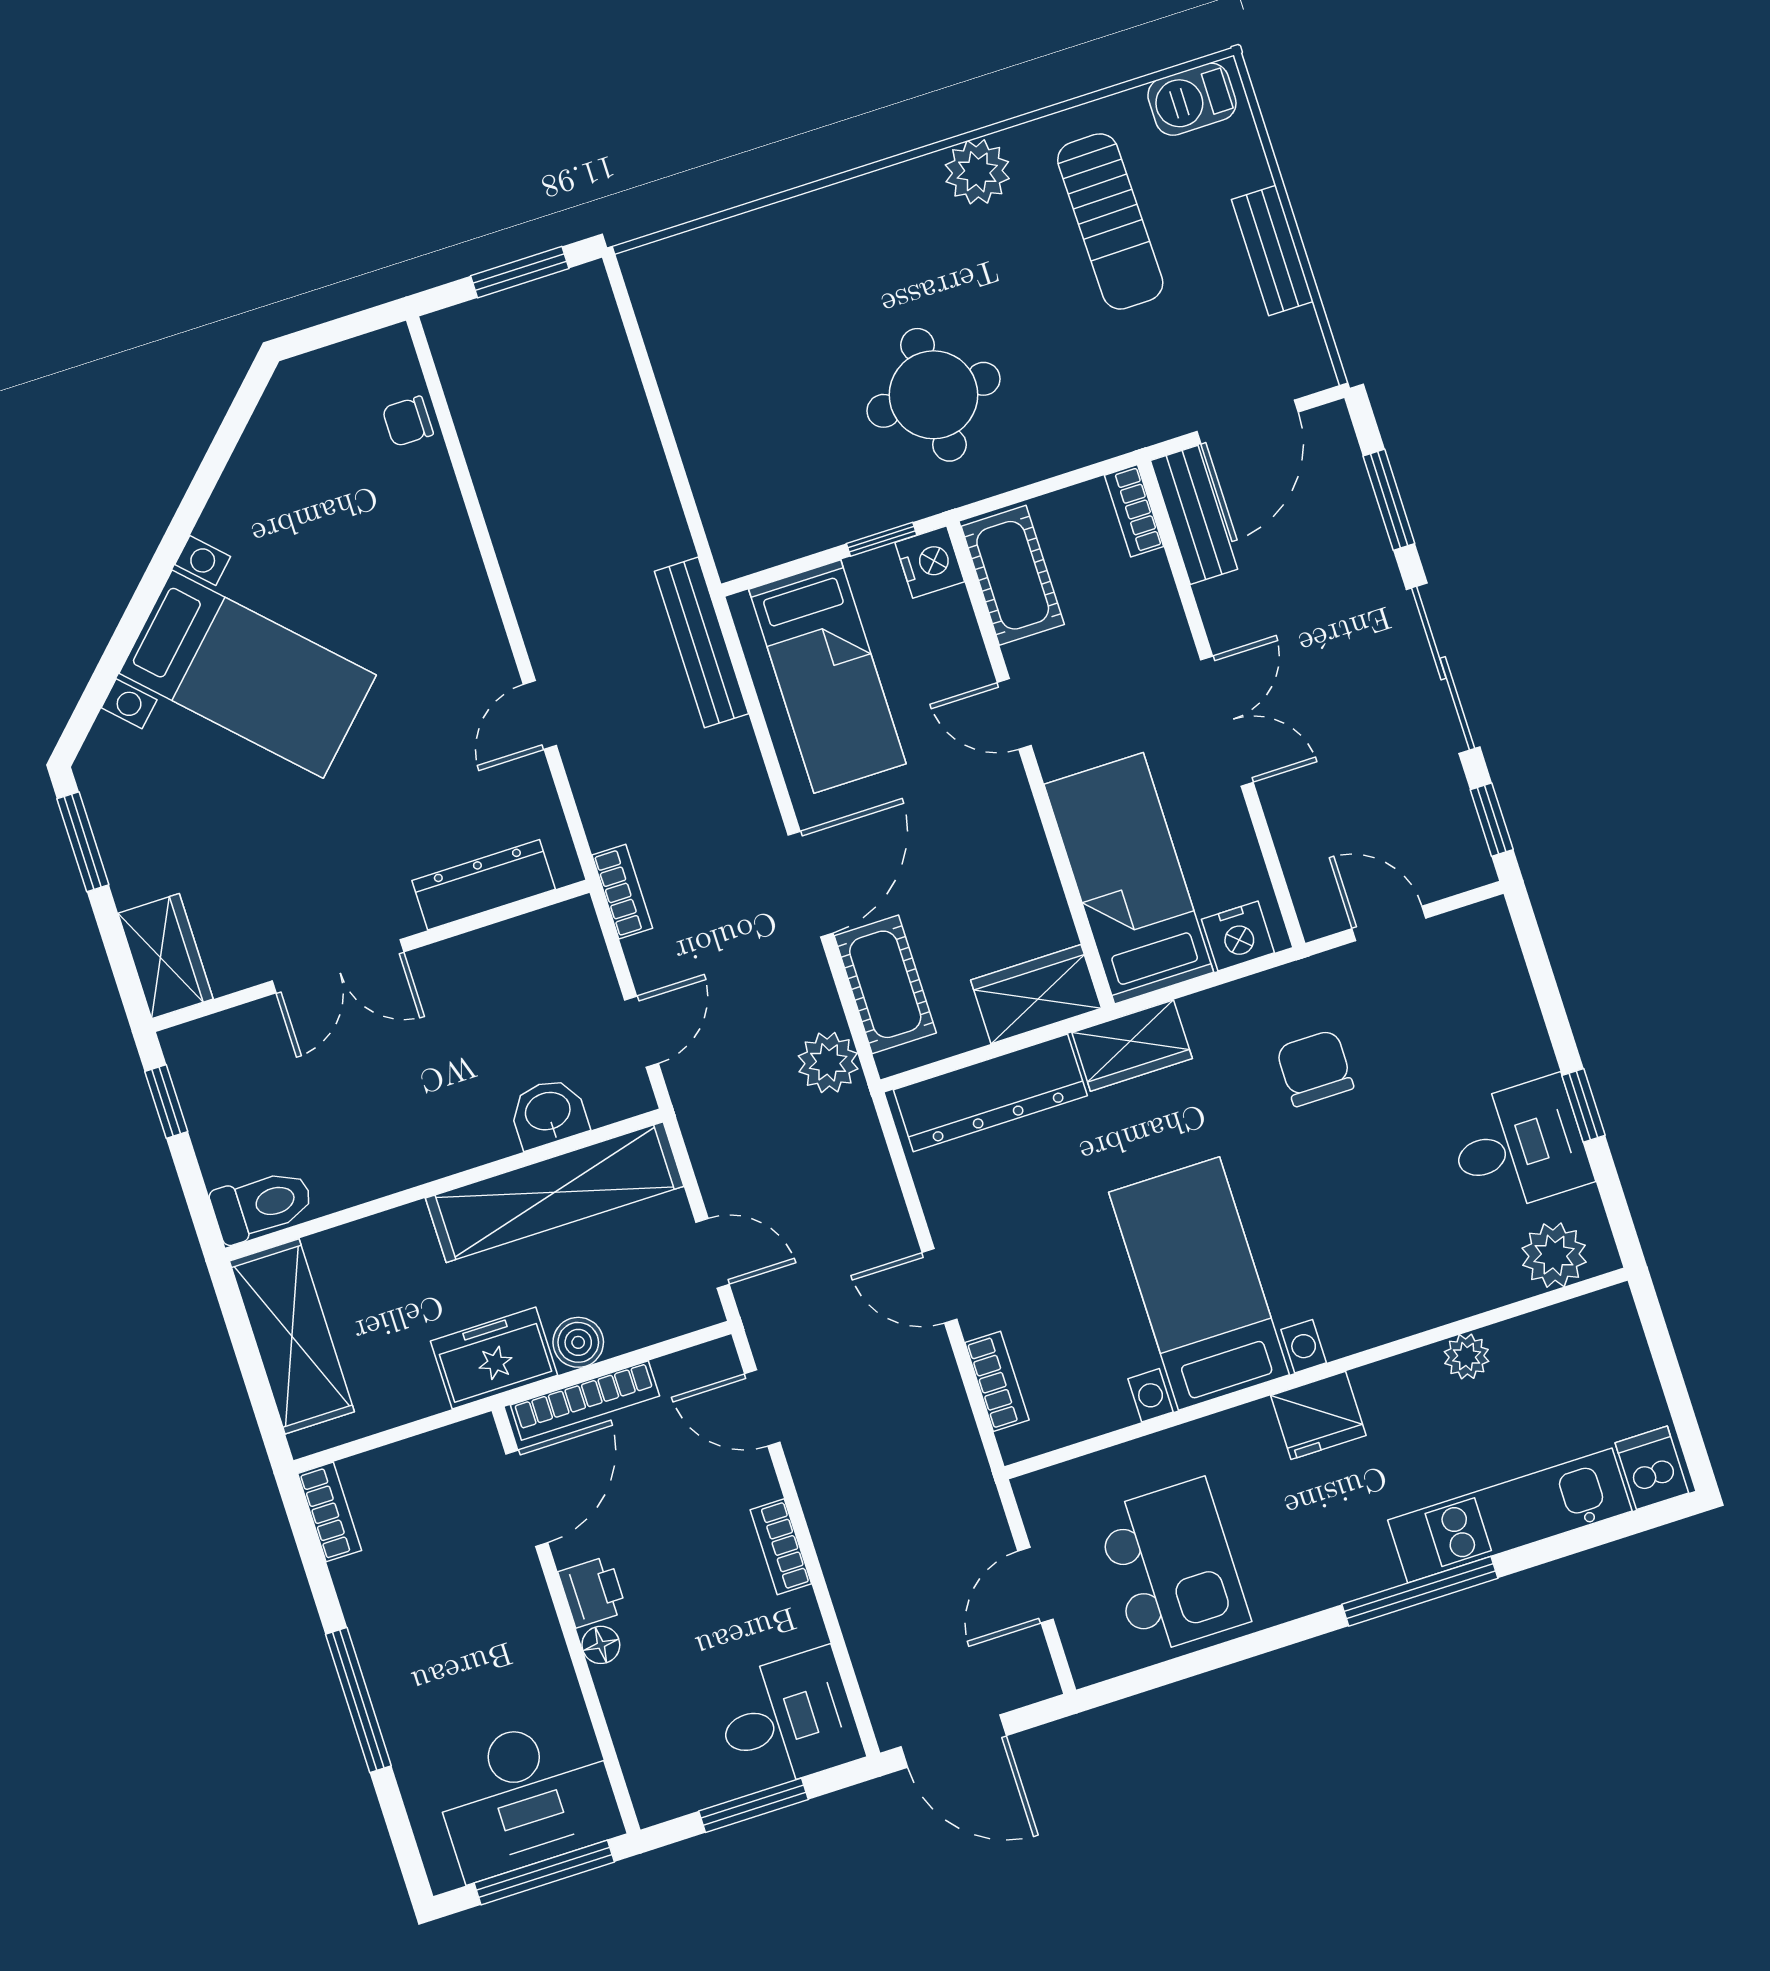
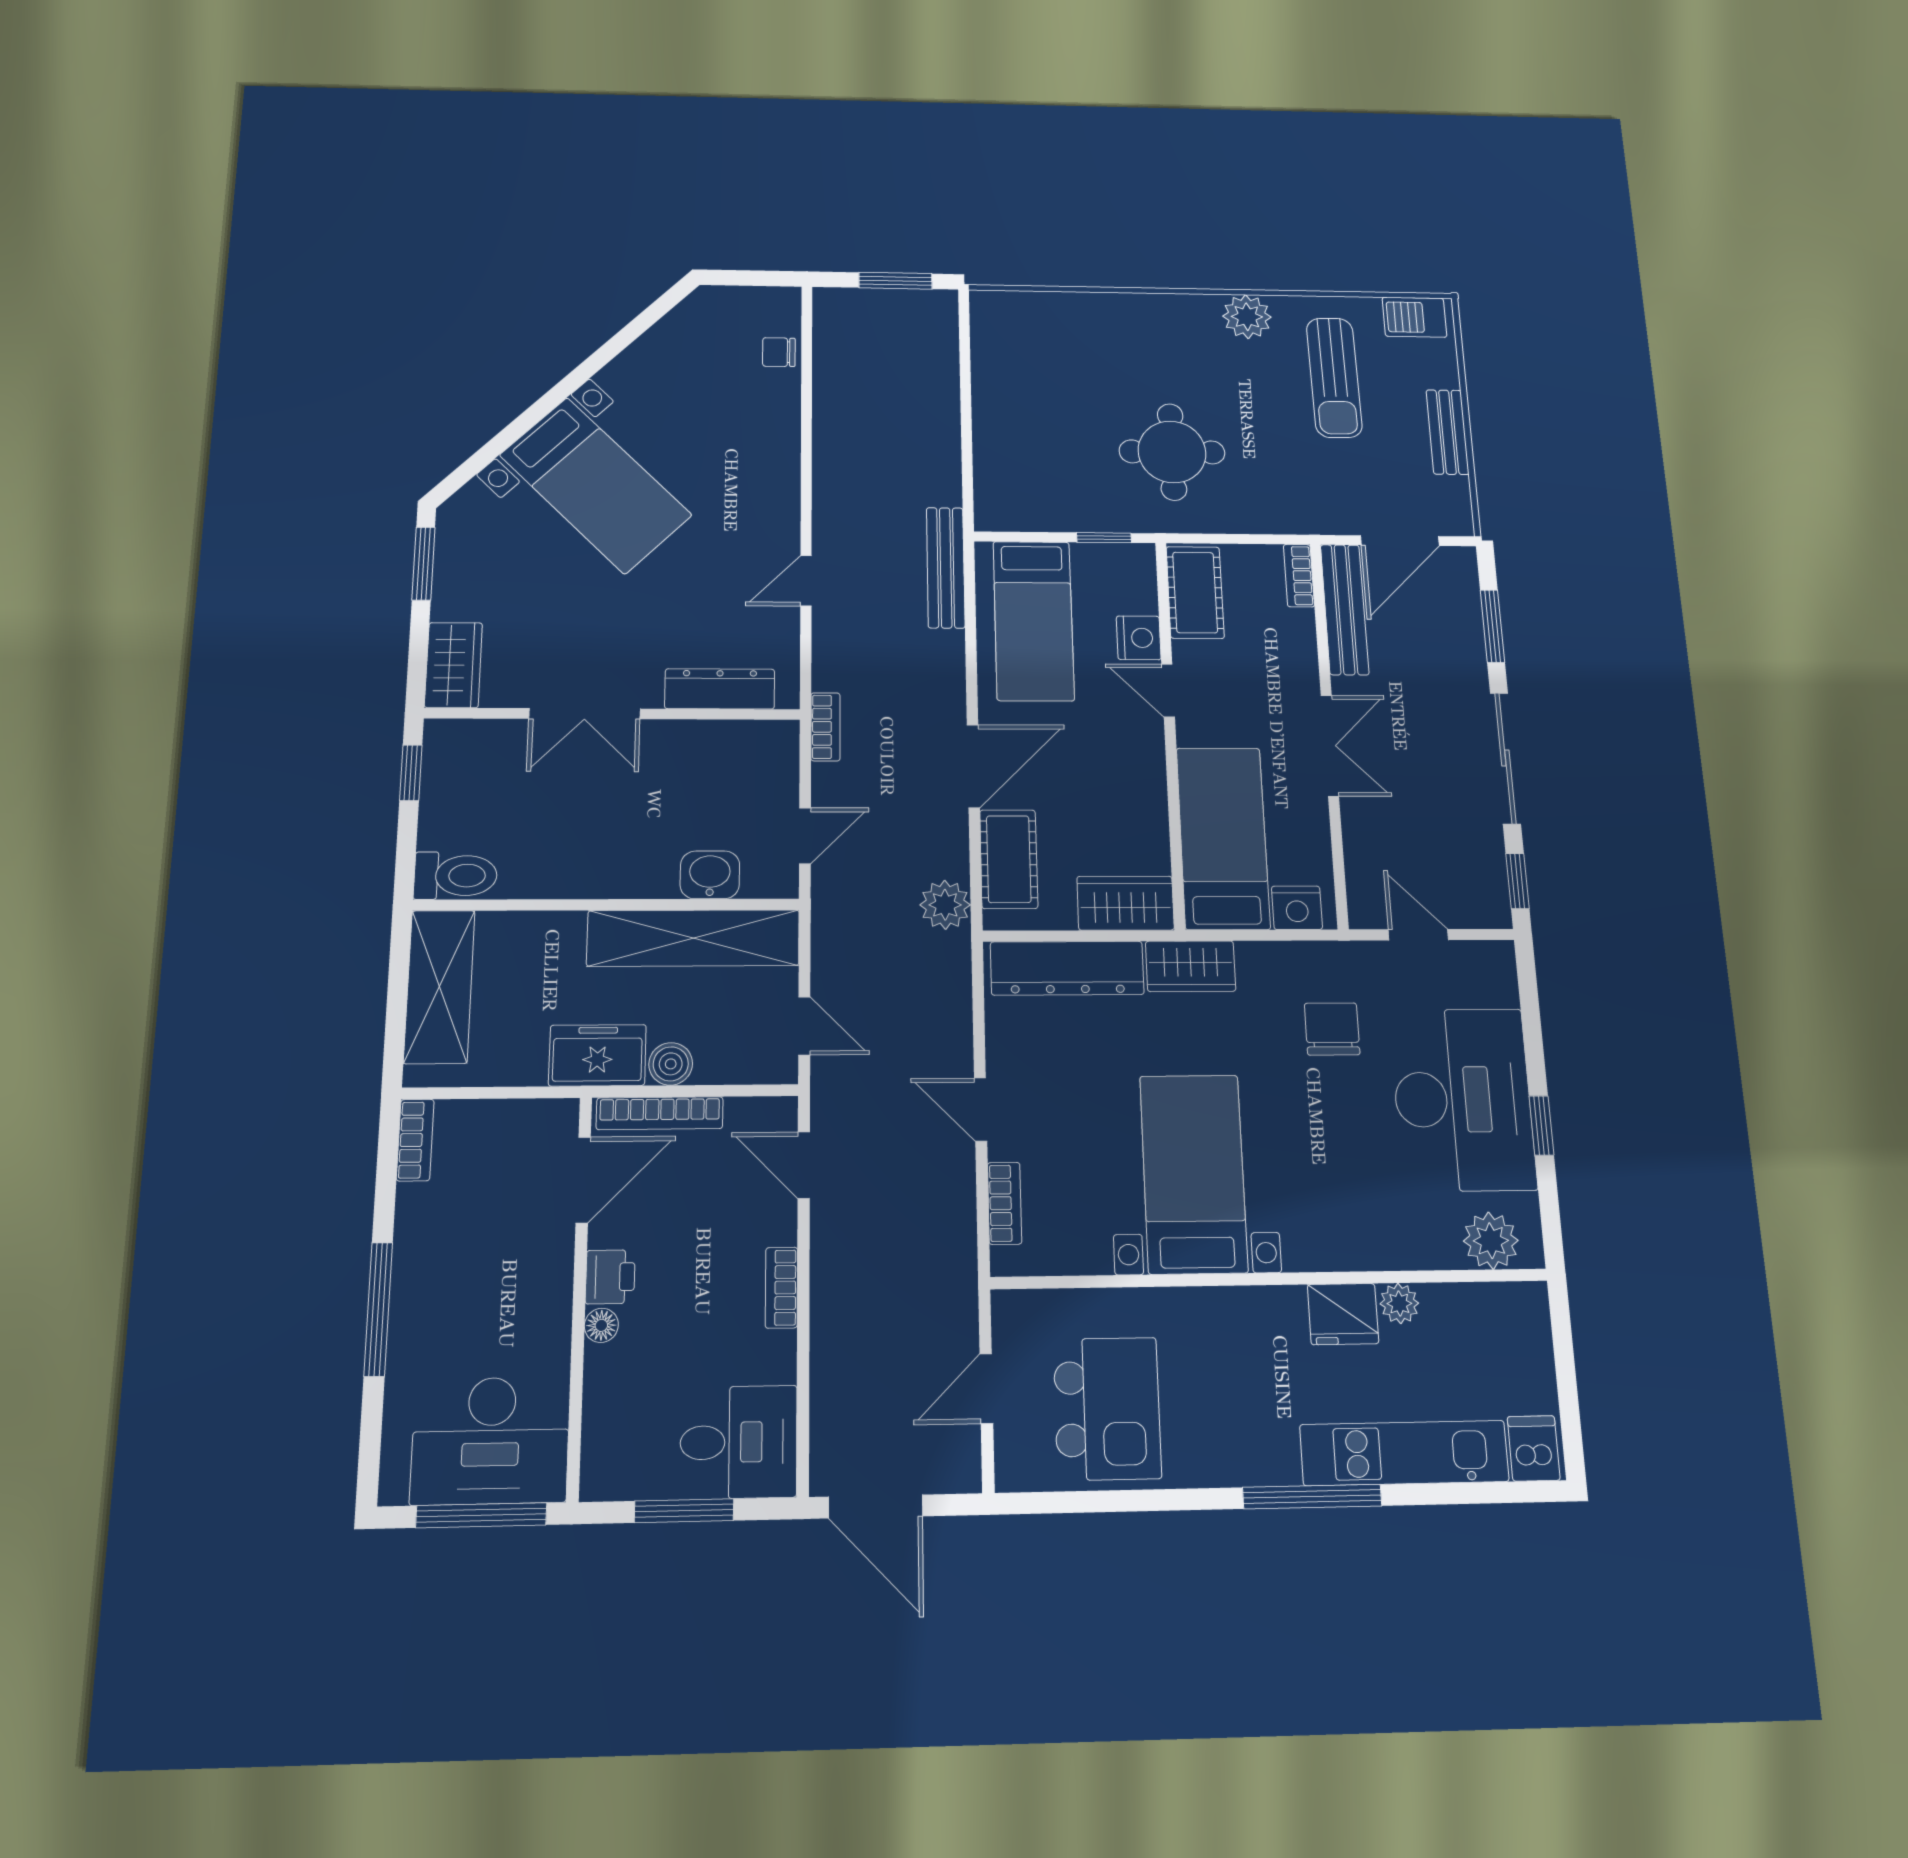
bench: (1194, 515) -> (1345, 609), width x1.36
nightstand: (930, 562) -> (1139, 638), moved
desk: (1519, 1146) -> (1463, 1099), width x1.87, depth x1.30
fridge: (1318, 1415) -> (1343, 1314), moved

